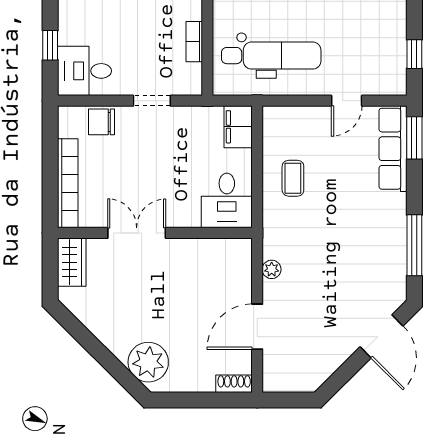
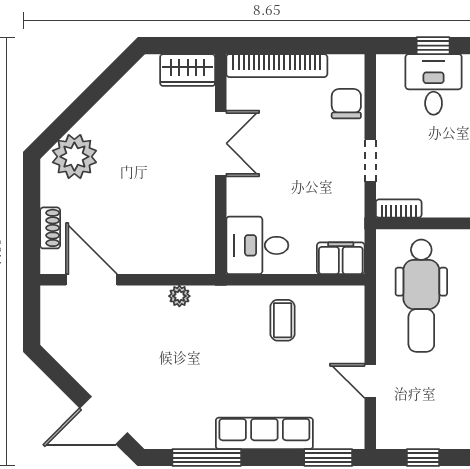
bookcase: (194, 42) -> (399, 209), moved
desk: (84, 71) -> (434, 84), moved
row of seats: (393, 149) -> (264, 433), moved
coffee table: (293, 178) -> (283, 320), turned 90
door: (257, 327) -> (92, 280), moved
shoe rack: (234, 384) -> (50, 228), moved

